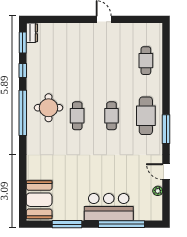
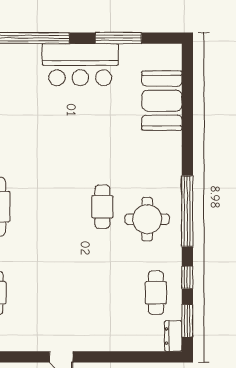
cafe table: (112, 116) -> (156, 293), moved
booth: (39, 200) -> (162, 101), moved
bar counter: (109, 207) -> (80, 65), moved

